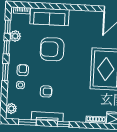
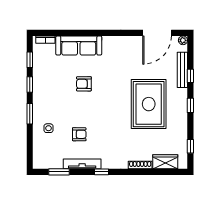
plant: (15, 36) -> (39, 70), removed
armchair: (52, 49) -> (84, 84), width x0.53, depth x0.53
armchair: (23, 70) -> (50, 110), removed
plant: (11, 108) -> (39, 157), removed

